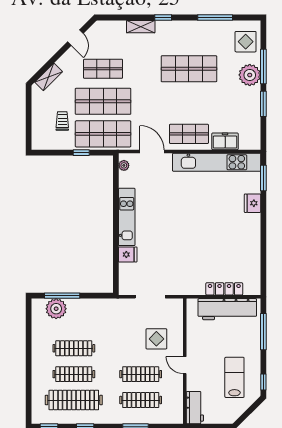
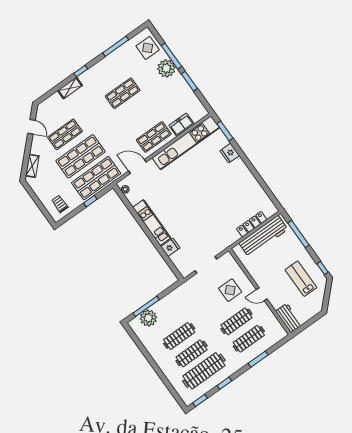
shop shelf: (189, 69) -> (123, 93), width x0.70, depth x0.74
trolley: (62, 121) -> (60, 204), moved

